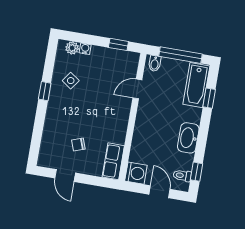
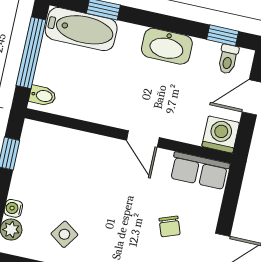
door: (137, 89) -> (143, 139), moved

